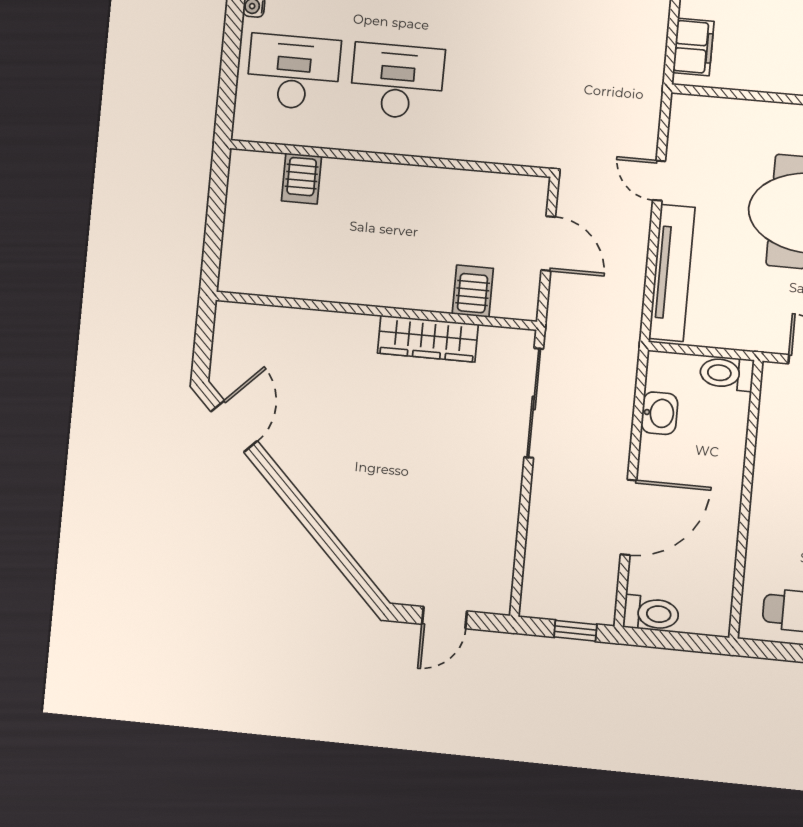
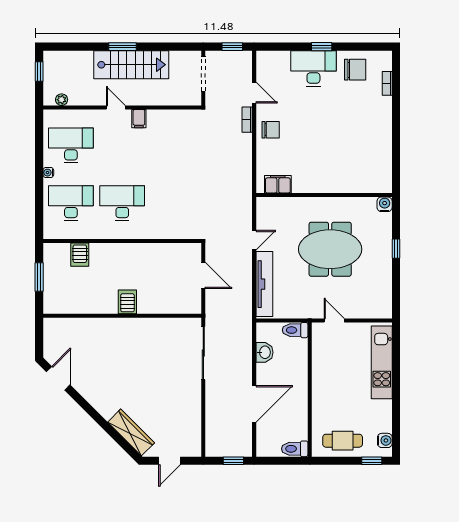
filing cabinet: (693, 47) -> (278, 184), moved, turned -90
door: (659, 181) -> (254, 240), swing flipped
window: (215, 216) -> (39, 277), added
server rack: (473, 291) -> (127, 302), moved
wardrobe: (428, 339) -> (131, 432), moved, turned -135
toilet: (651, 613) -> (295, 449), moved, turned 180

